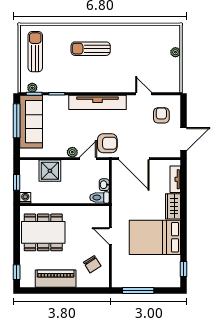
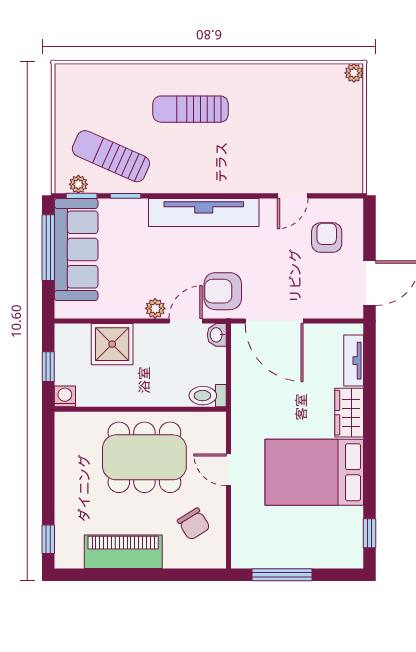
sun lounger: (35, 52) -> (111, 156), moved, turned -66
plant: (175, 52) -> (354, 73), moved
door: (144, 94) -> (293, 196), swing flipped
armchair: (107, 143) -> (223, 291), turned 180
washbasin: (104, 185) -> (217, 335), moved
dining table: (43, 232) -> (144, 457), moved

